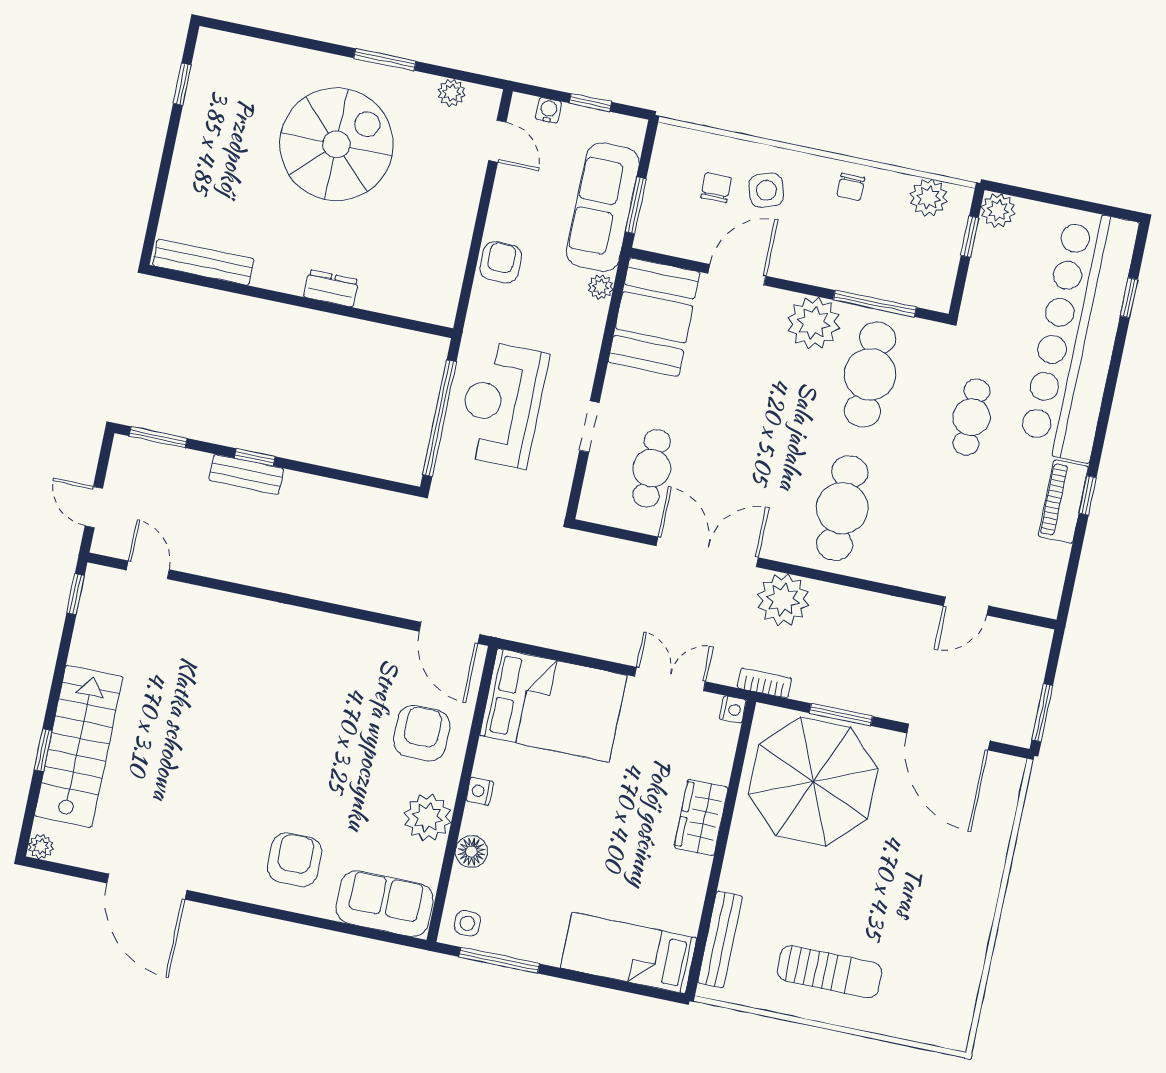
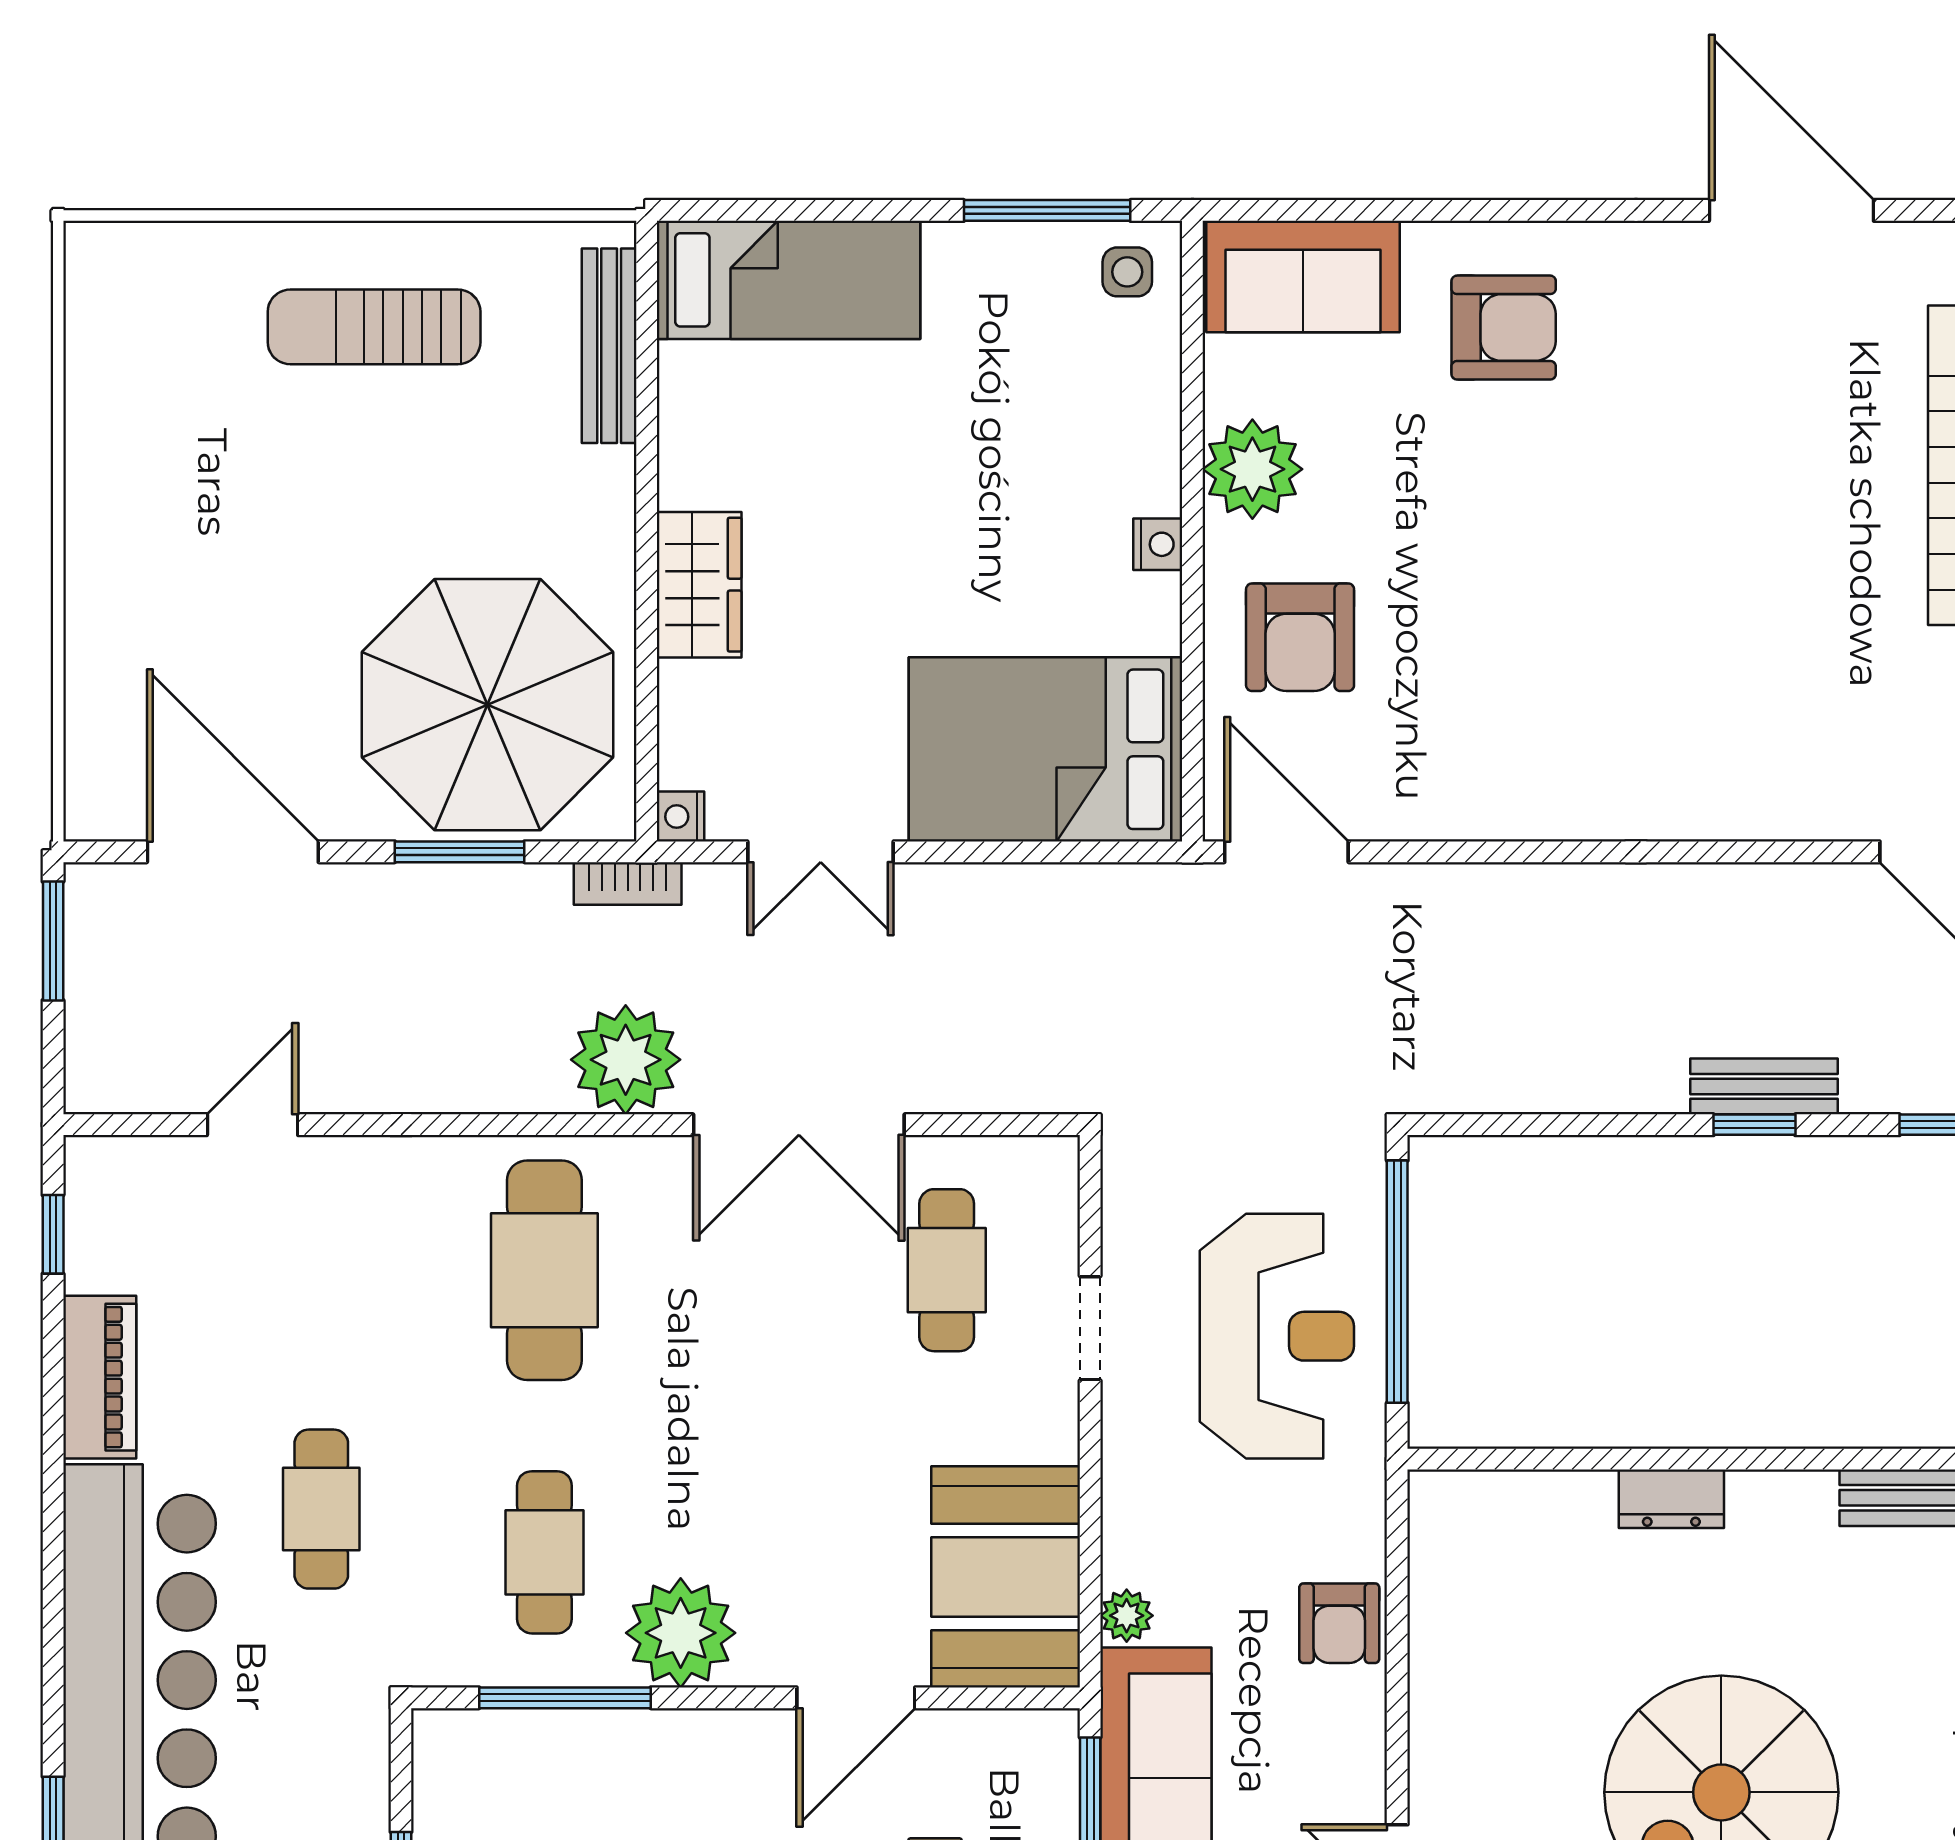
cafe table: (870, 374) -> (544, 1552), width x0.73, depth x0.74
window: (1088, 495) -> (53, 1234), moved
floor lamp: (471, 852) -> (1149, 419), removed
armchair: (295, 860) -> (1504, 328), turned -90

